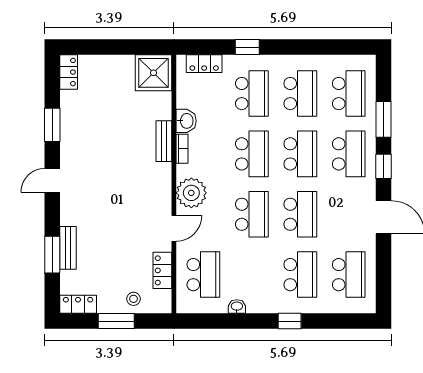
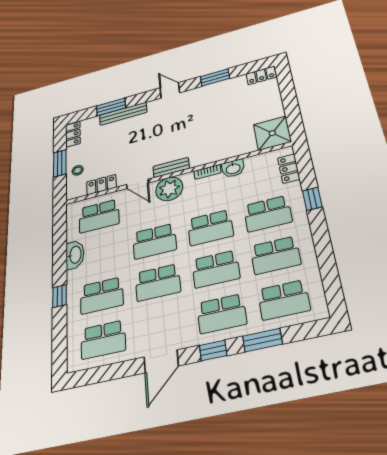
bench: (164, 141) -> (171, 167), moved
bench: (68, 248) -> (123, 114), width x1.36
washbasin: (237, 307) -> (75, 255), width x1.91, depth x1.45

